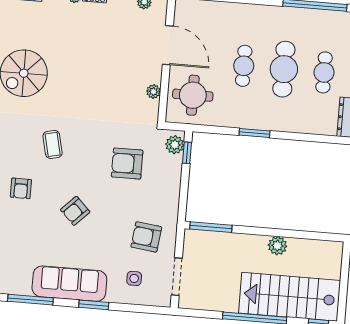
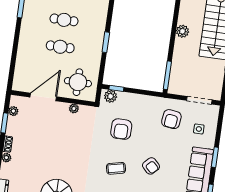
cafe table: (284, 69) -> (64, 20), width x0.73, depth x0.74
coffee table: (53, 144) -> (116, 168), moved

